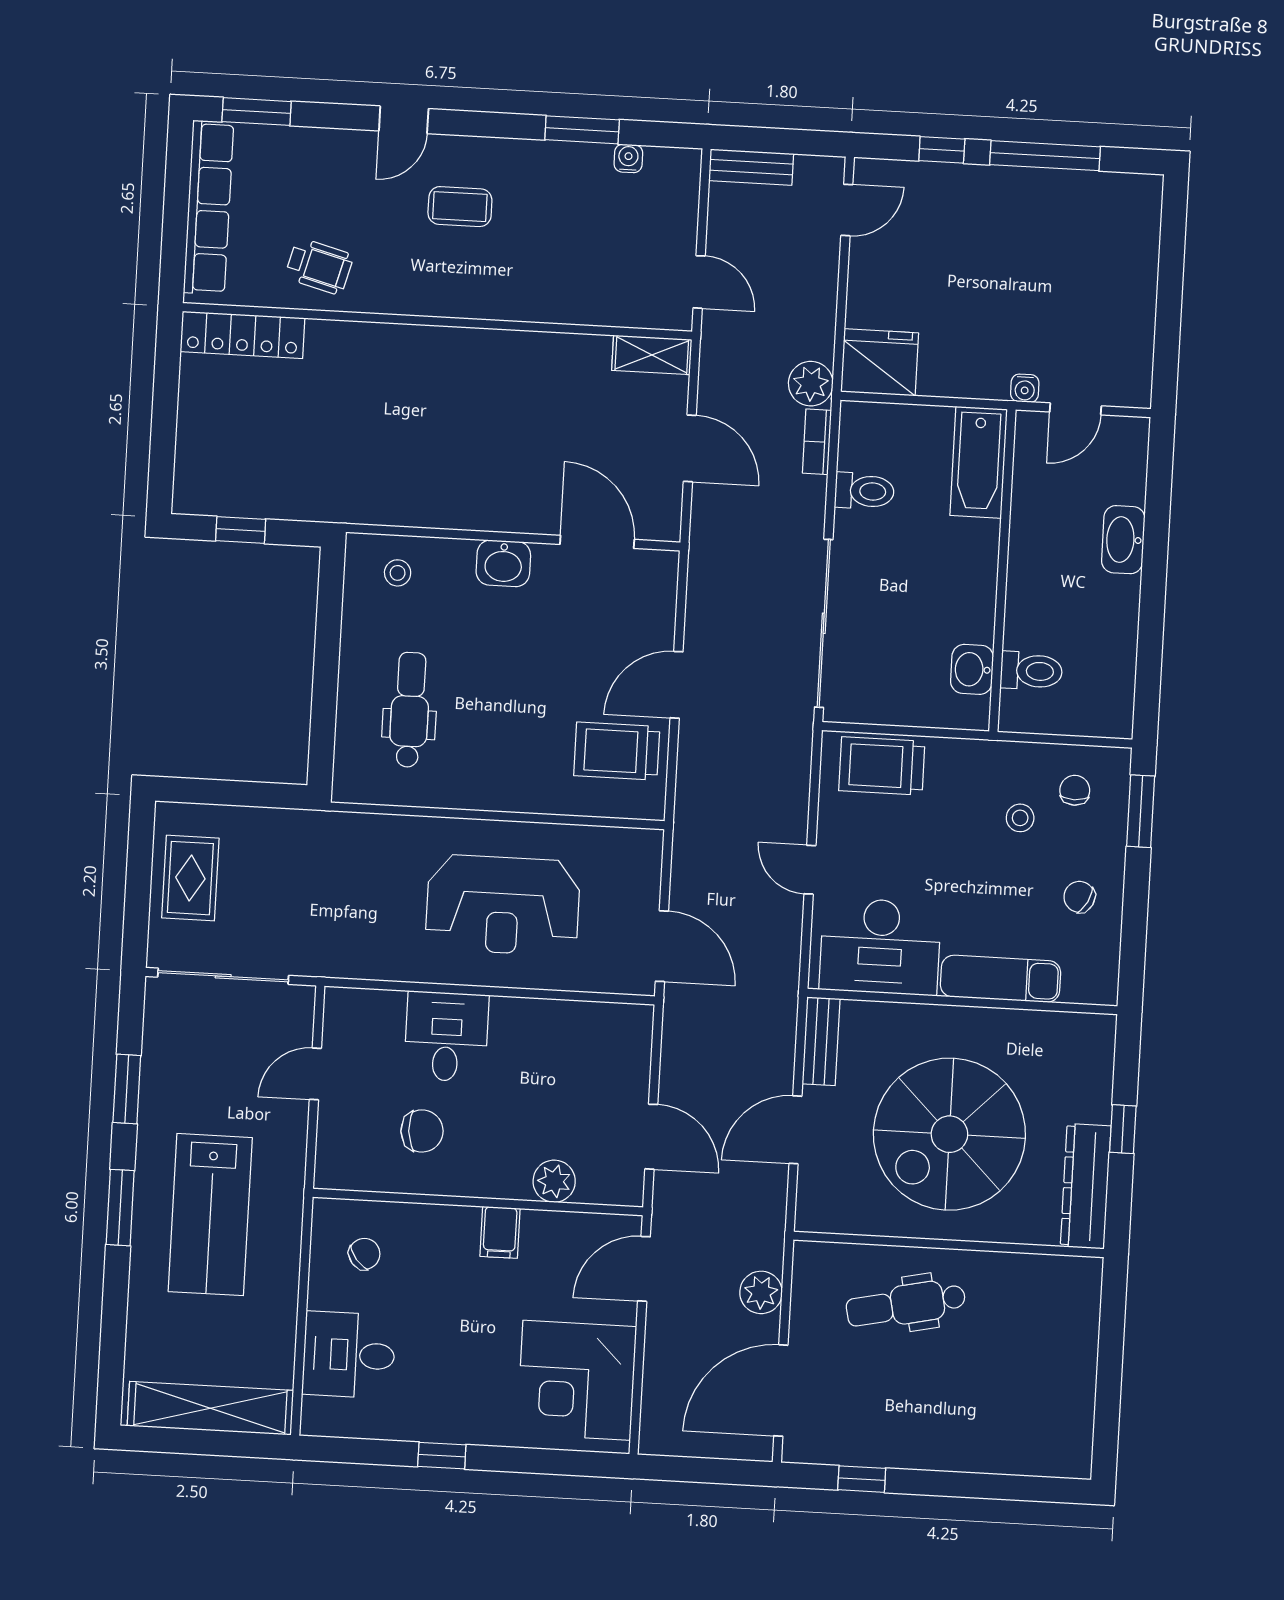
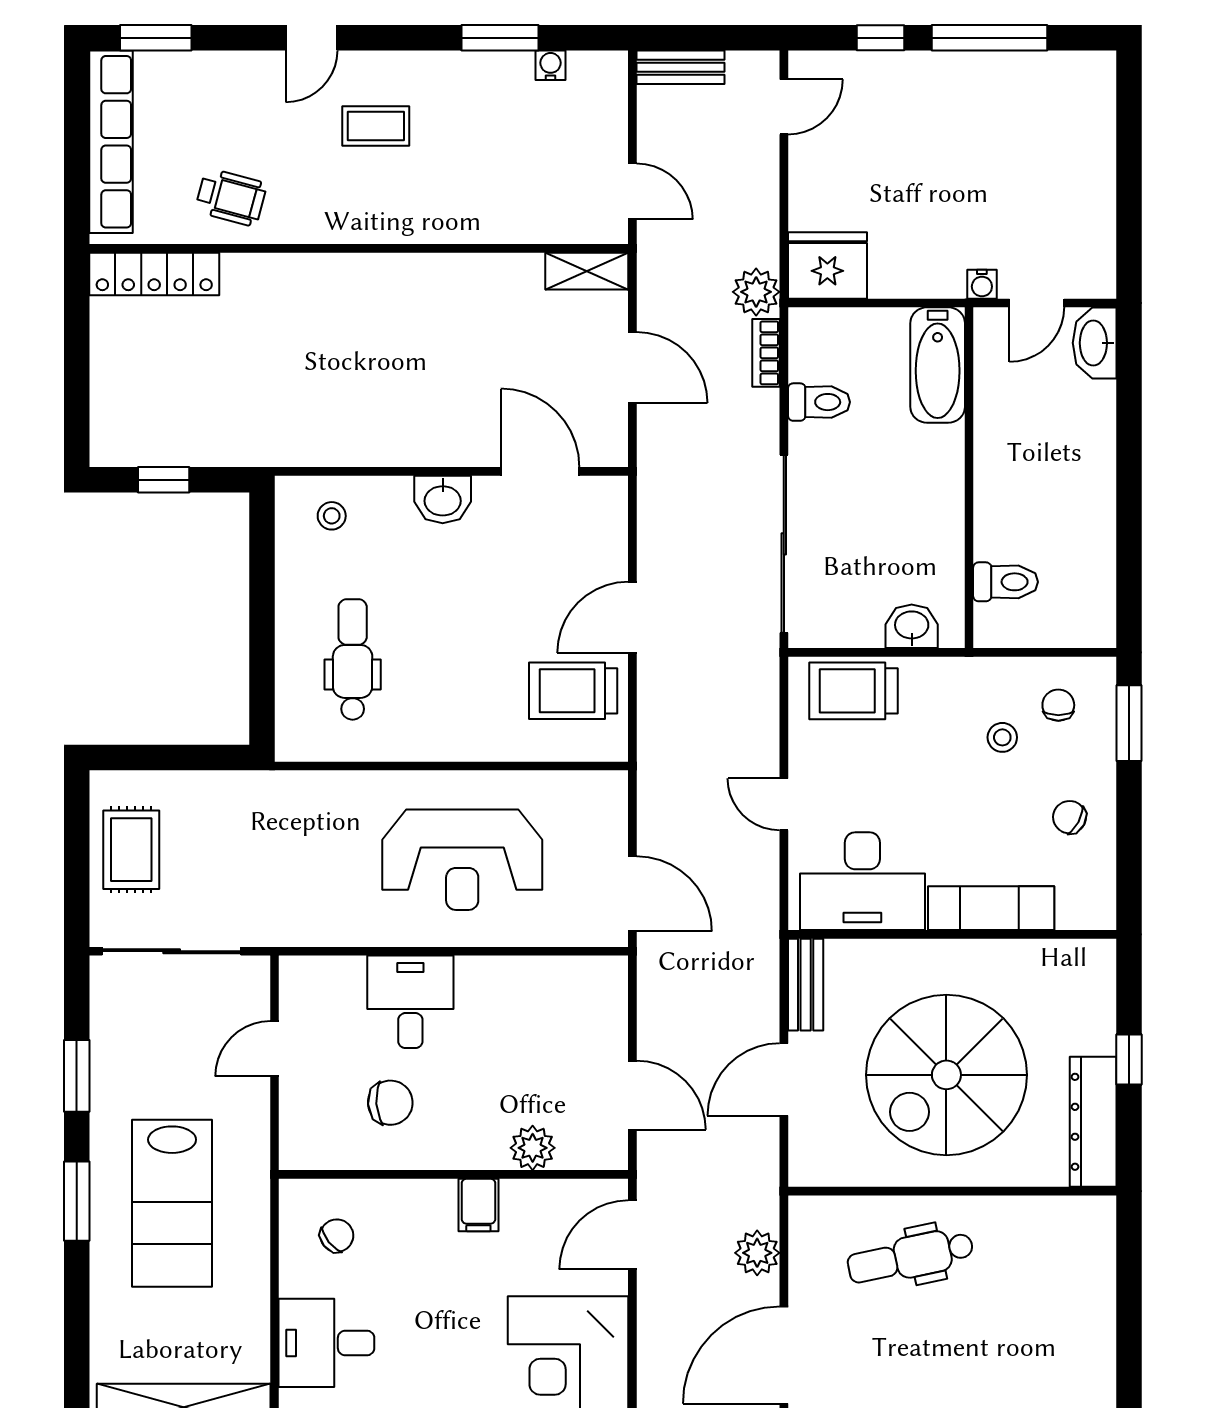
washbasin: (1123, 540) -> (1095, 343), moved
washbasin: (972, 669) -> (912, 626), moved, turned 90

